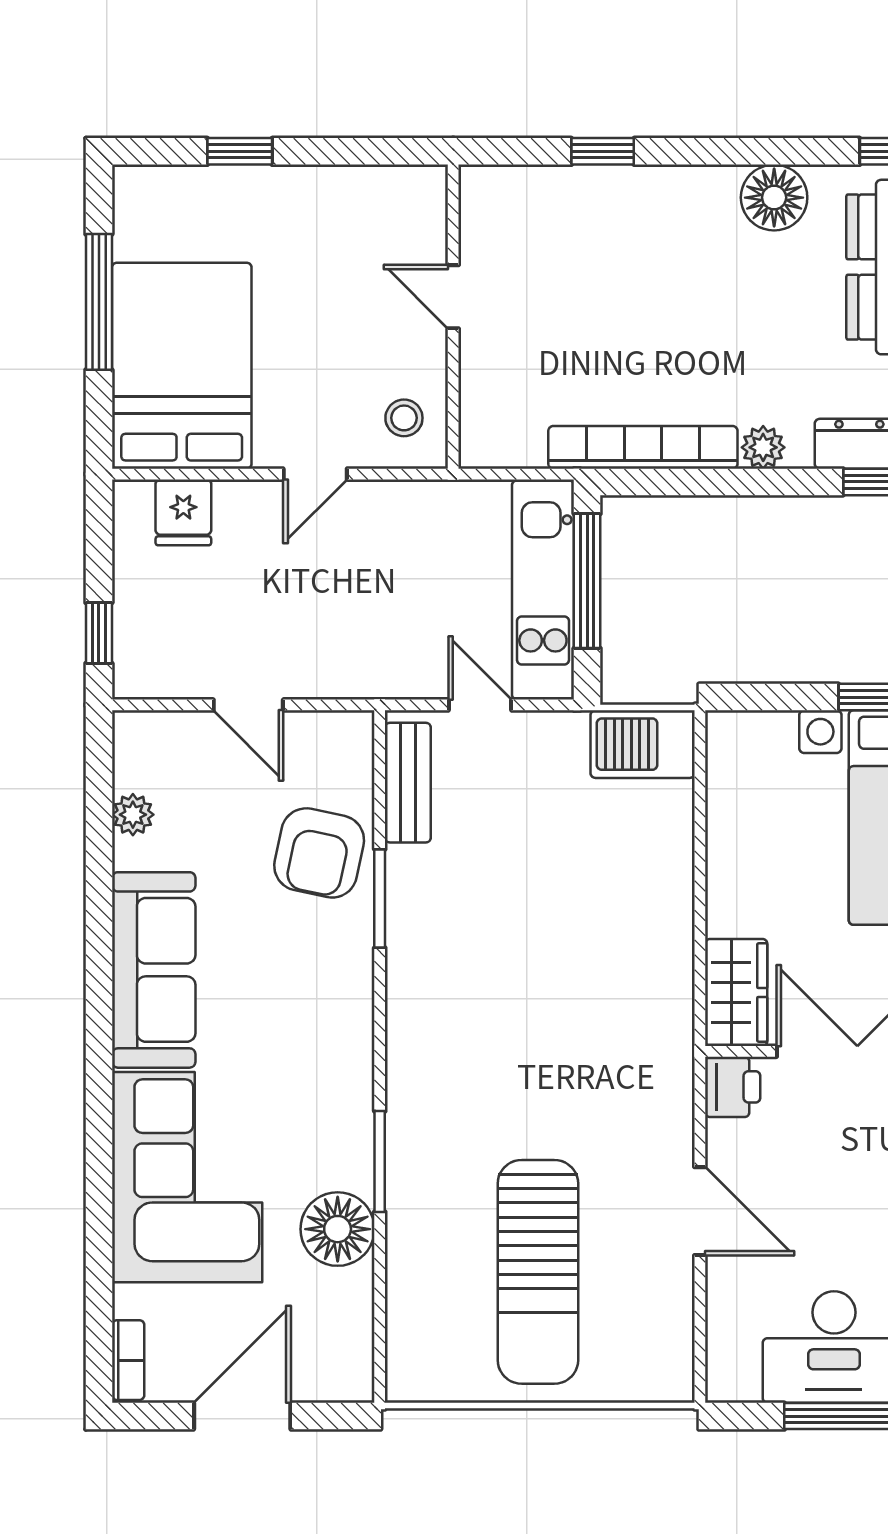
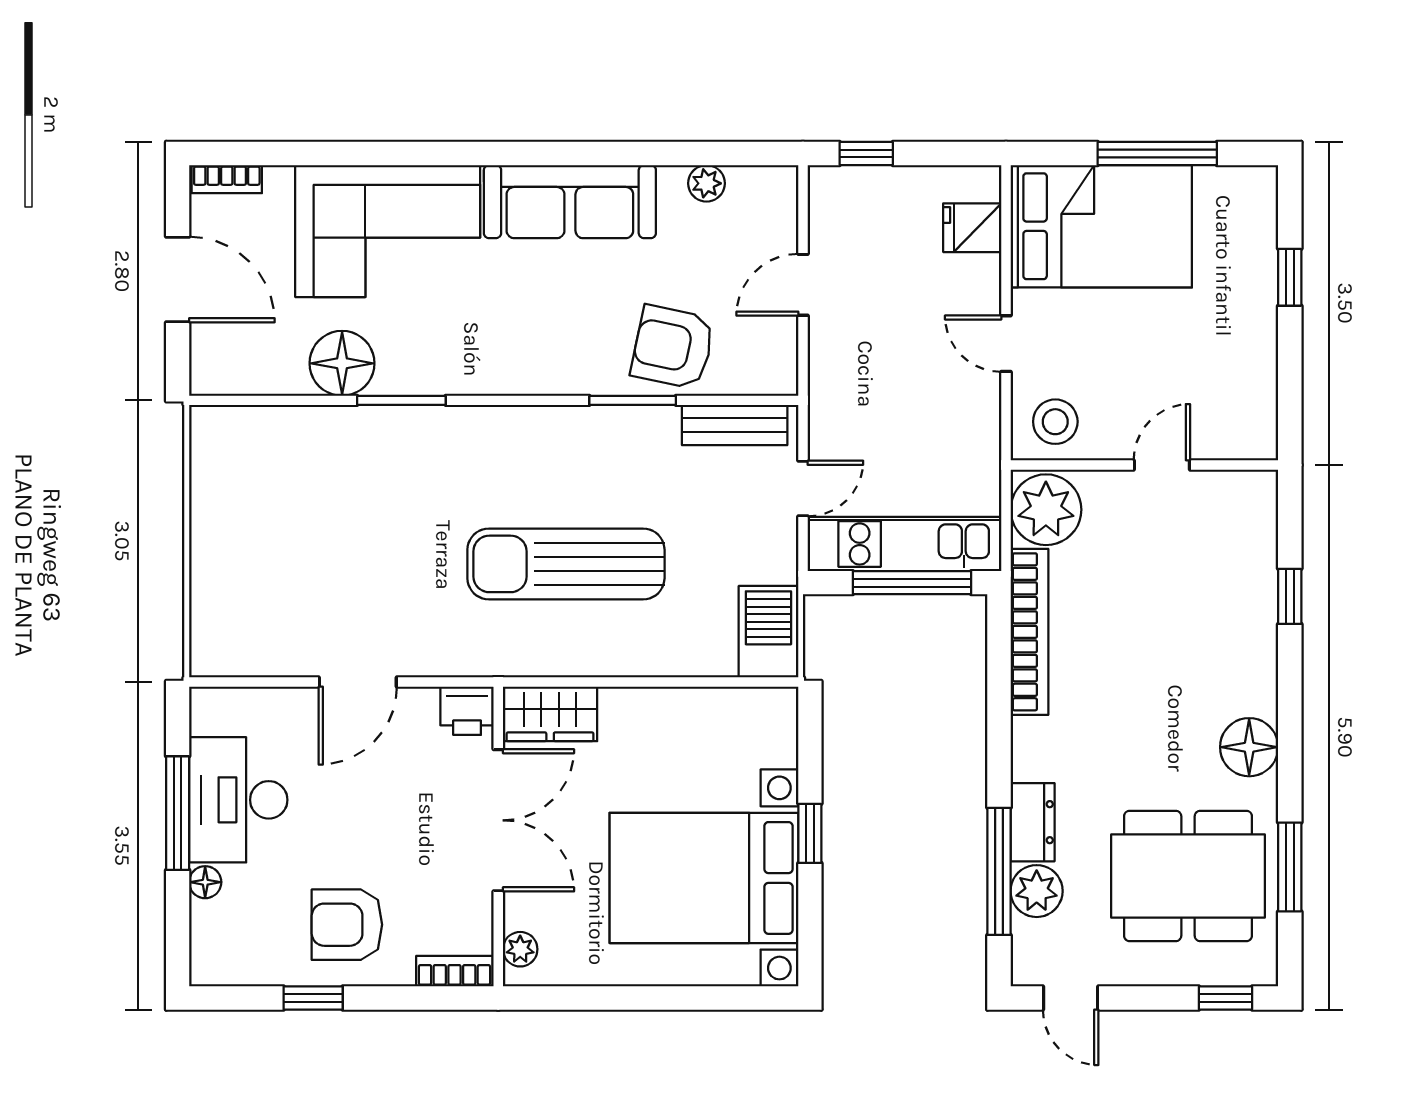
stool: (404, 418) -> (1055, 422), width x1.37, depth x1.37
plant: (763, 447) -> (1046, 510), moved, width x1.88, depth x1.88
sun lounger: (538, 1272) -> (566, 564), moved

